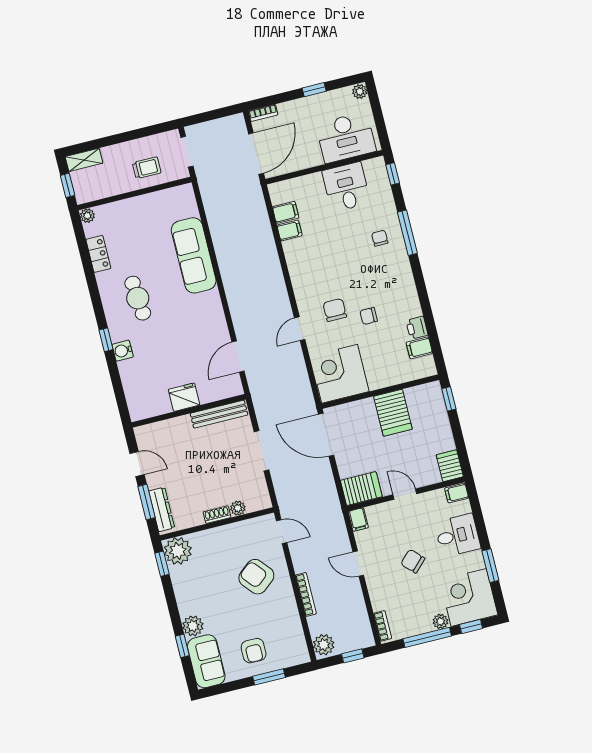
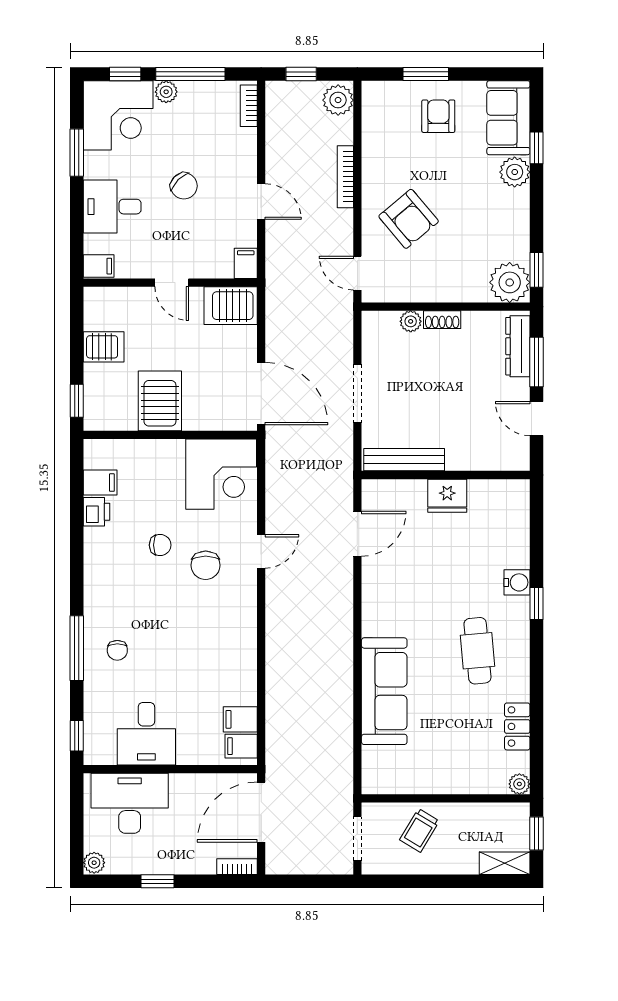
trolley: (147, 168) -> (420, 830), turned -59
filing cabinet: (289, 230) -> (241, 746), moved
server rack: (450, 466) -> (104, 347), moved, turned -90

